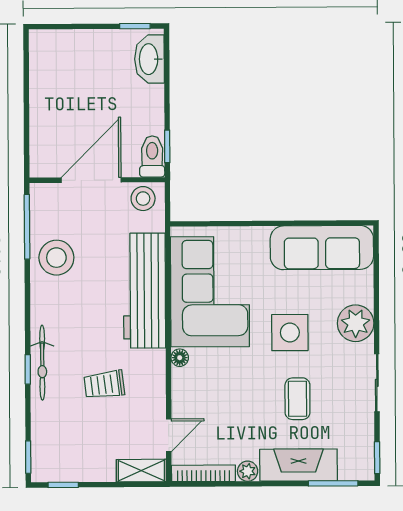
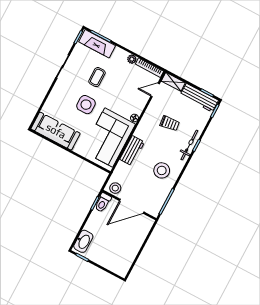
stool: (56, 258) -> (162, 170), moved
workbench: (144, 291) -> (132, 151), width x0.53, depth x0.76
plant: (356, 323) -> (58, 94), removed
fireplace: (299, 465) -> (97, 44), moved
workbench: (73, 467) -> (199, 98), added

